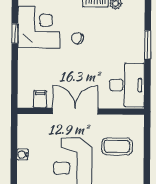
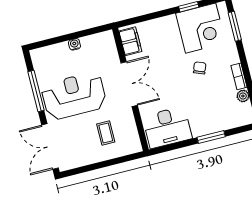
filing cabinet: (40, 99) -> (130, 41), width x2.00
coffee table: (117, 146) -> (106, 133), width x0.73, depth x0.77

